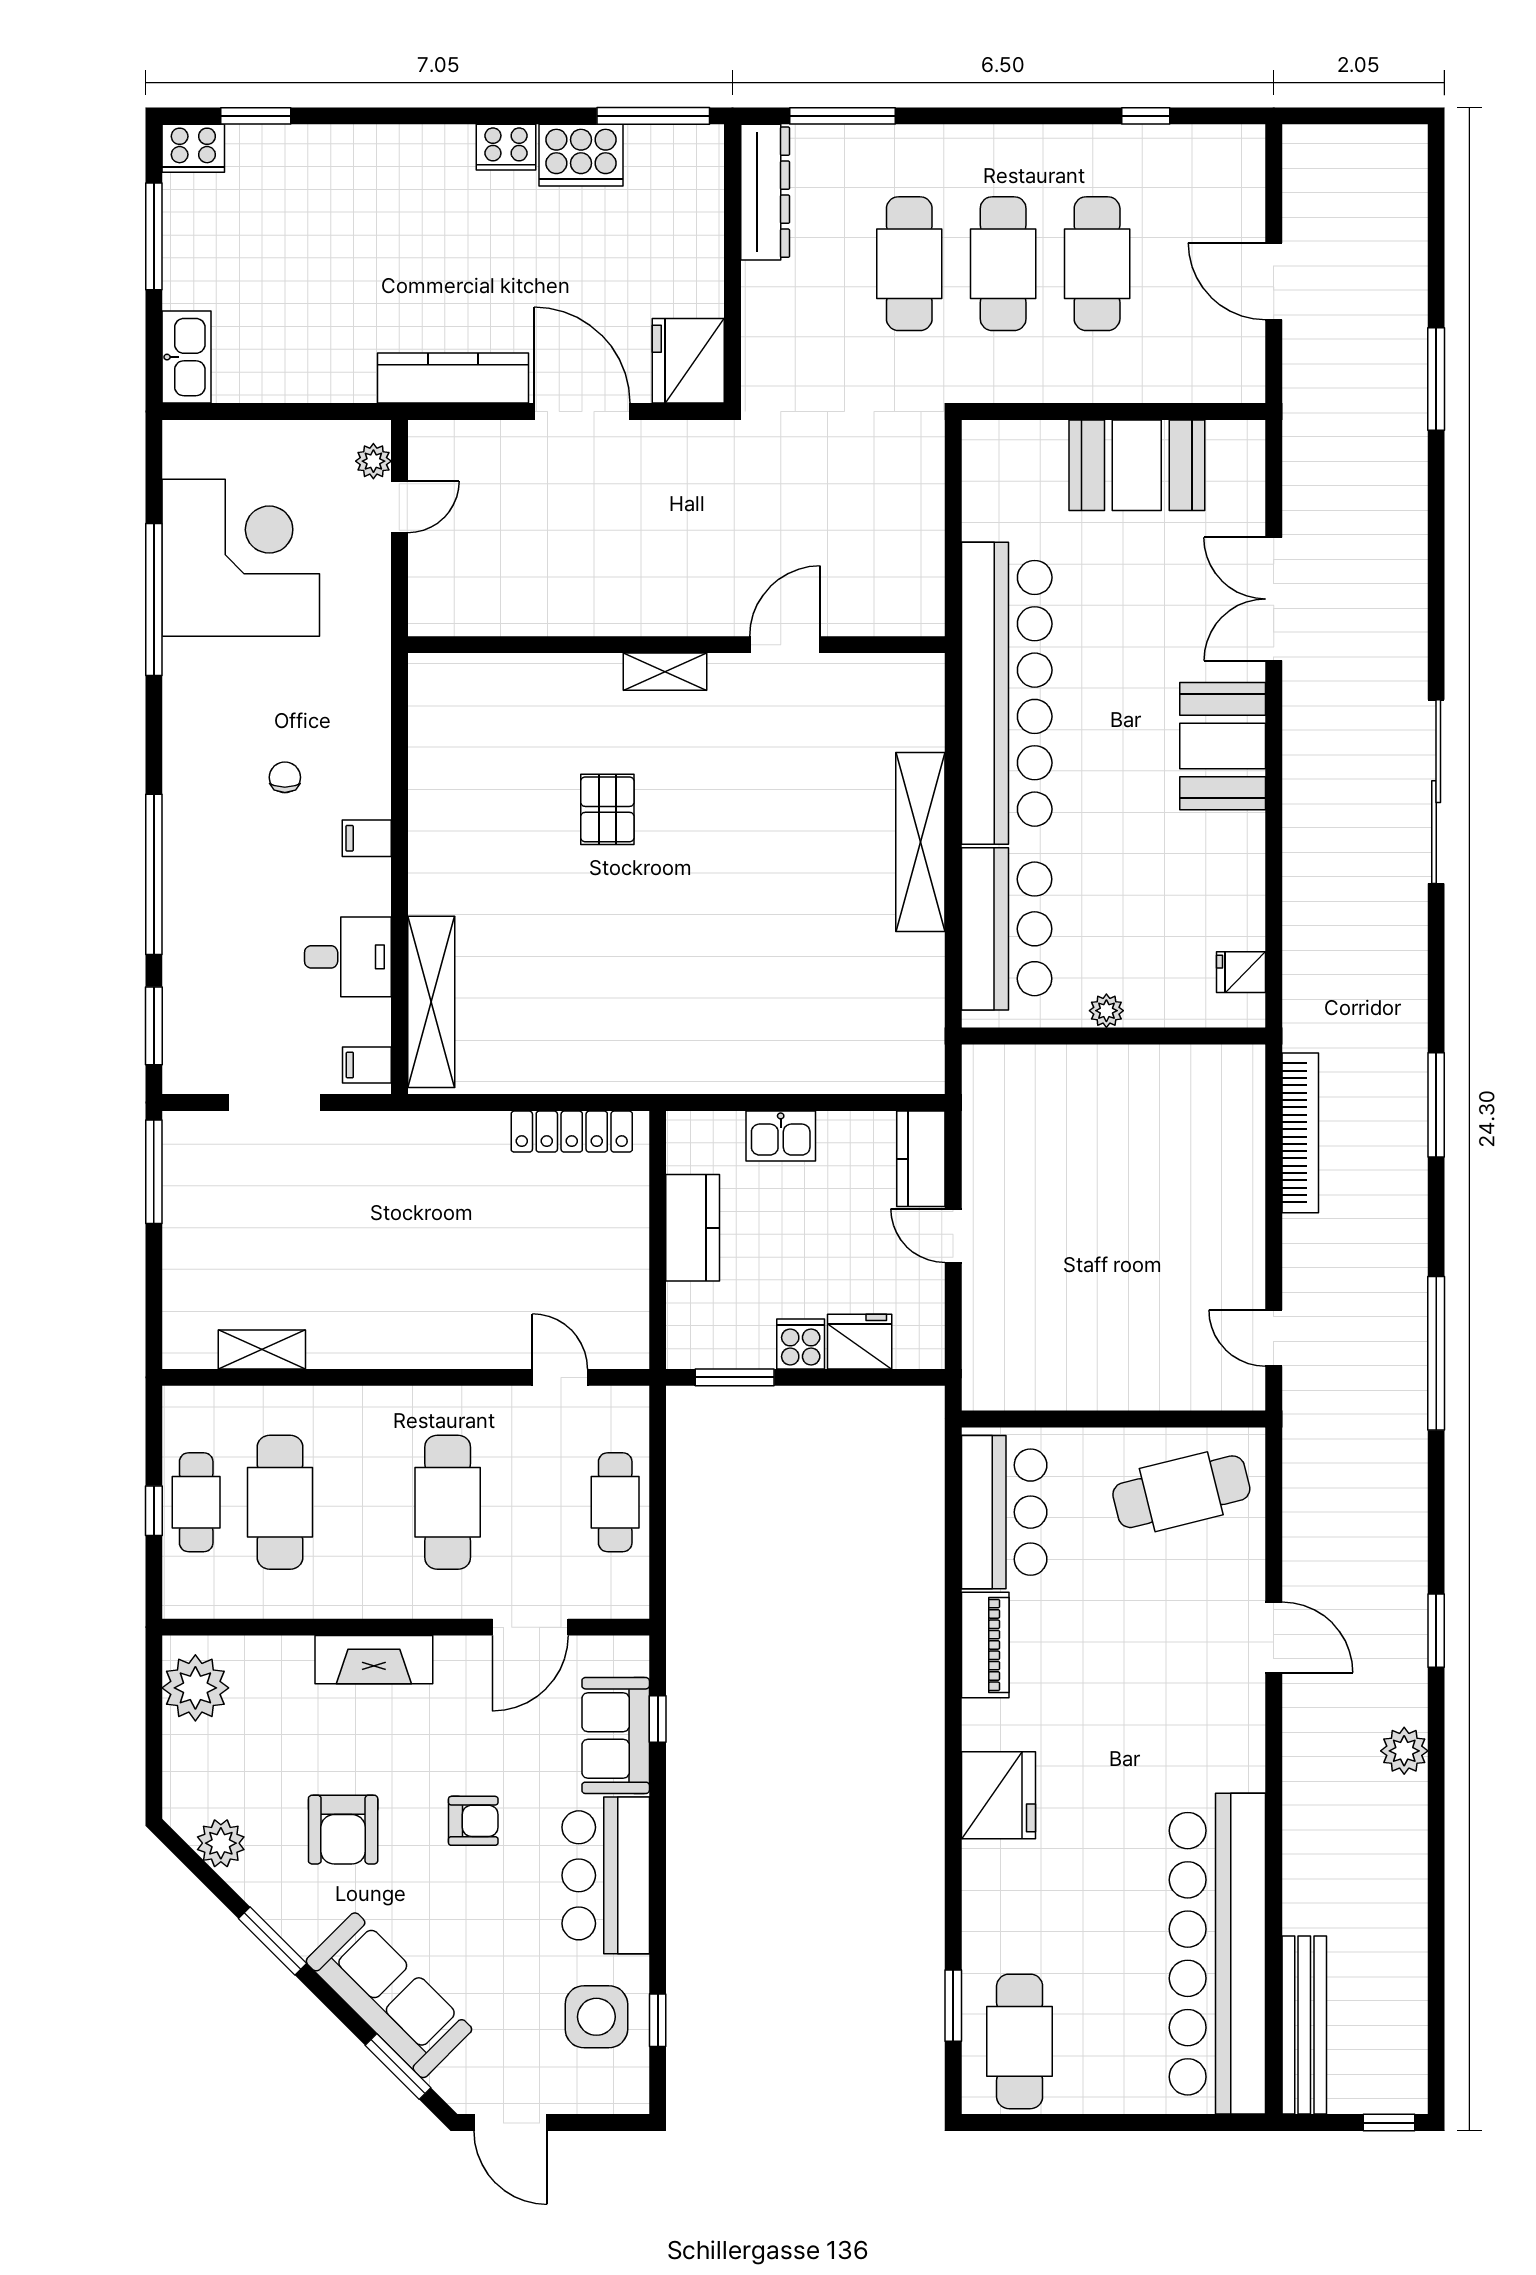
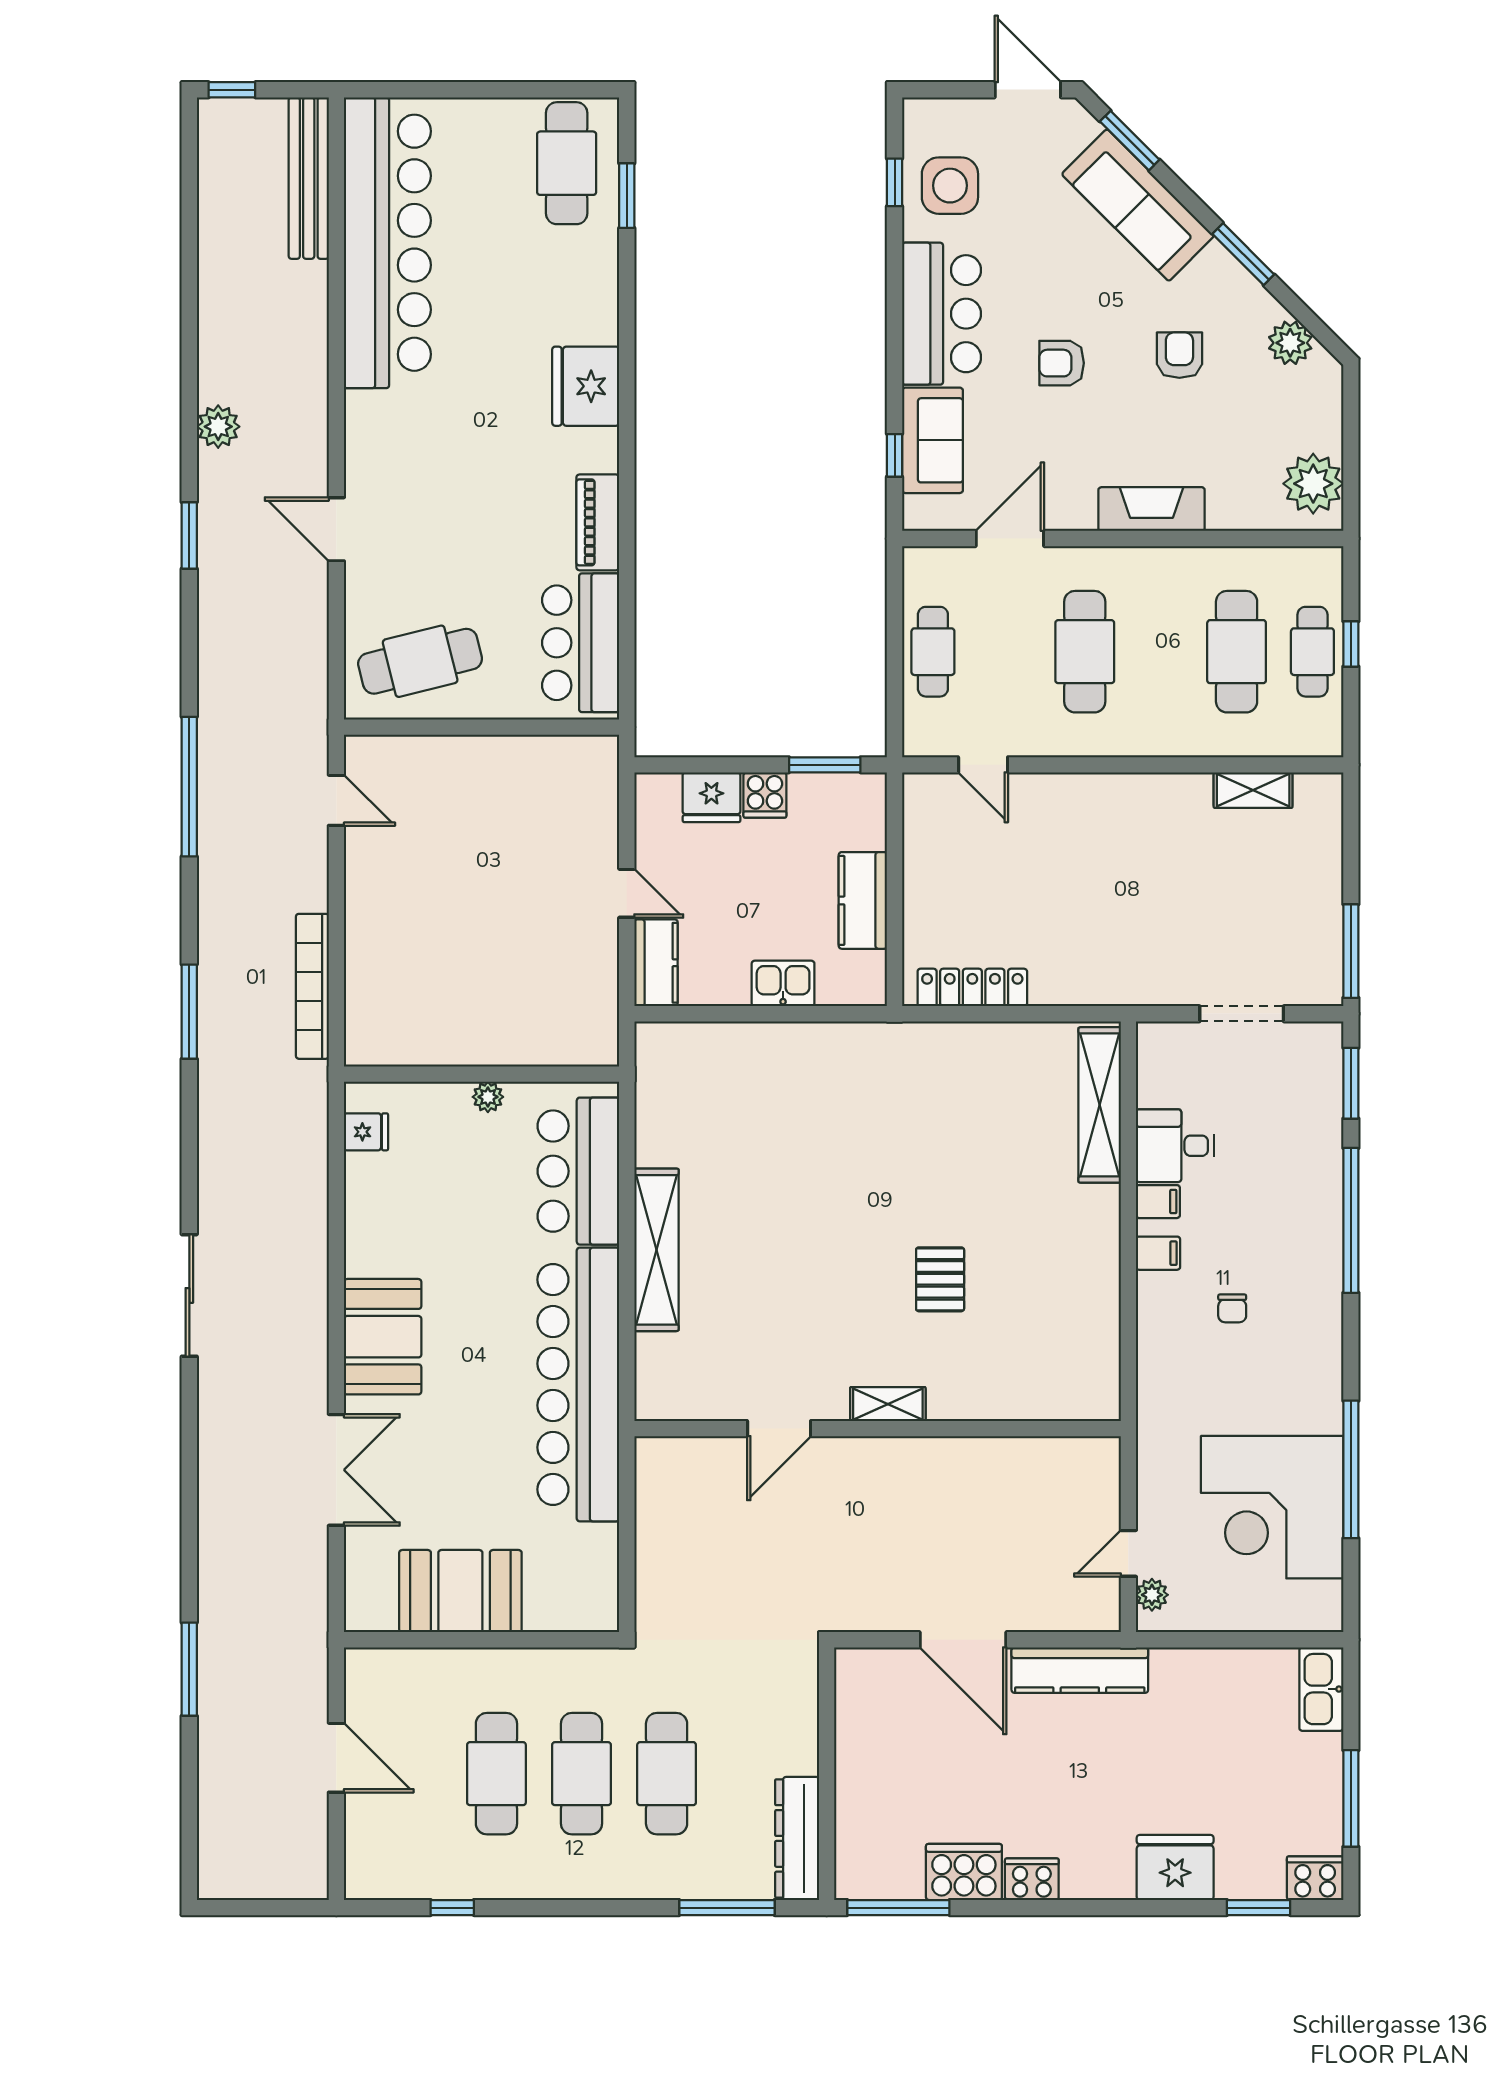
fridge: (688, 361) -> (1175, 1867), moved, turned -90
sliding door: (1436, 792) -> (189, 1295), width x0.73
filing cabinet: (367, 1065) -> (1158, 1202), moved
armchair: (343, 1830) -> (1179, 355), width x0.72, depth x0.72

